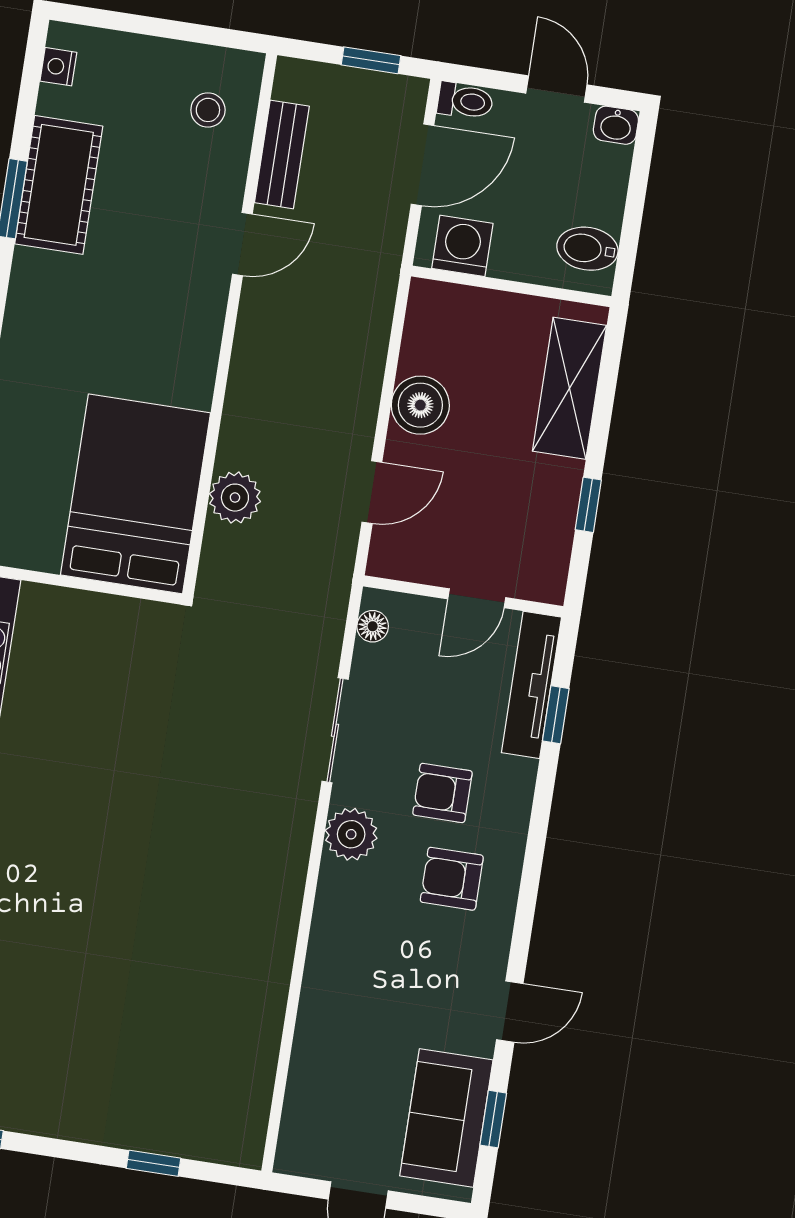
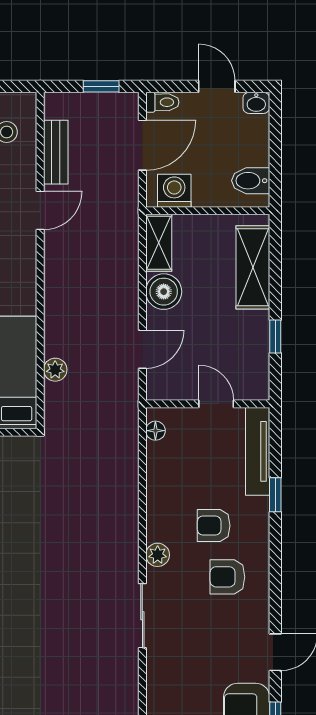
shelving: (424, 326) -> (159, 243), added
plant: (235, 498) -> (55, 370), width x0.73, depth x0.73
door: (477, 598) -> (216, 404), swing flipped
window: (556, 715) -> (275, 495), moved
sliding door: (335, 730) -> (142, 616), moved
plant: (351, 834) -> (158, 555), width x0.73, depth x0.73

